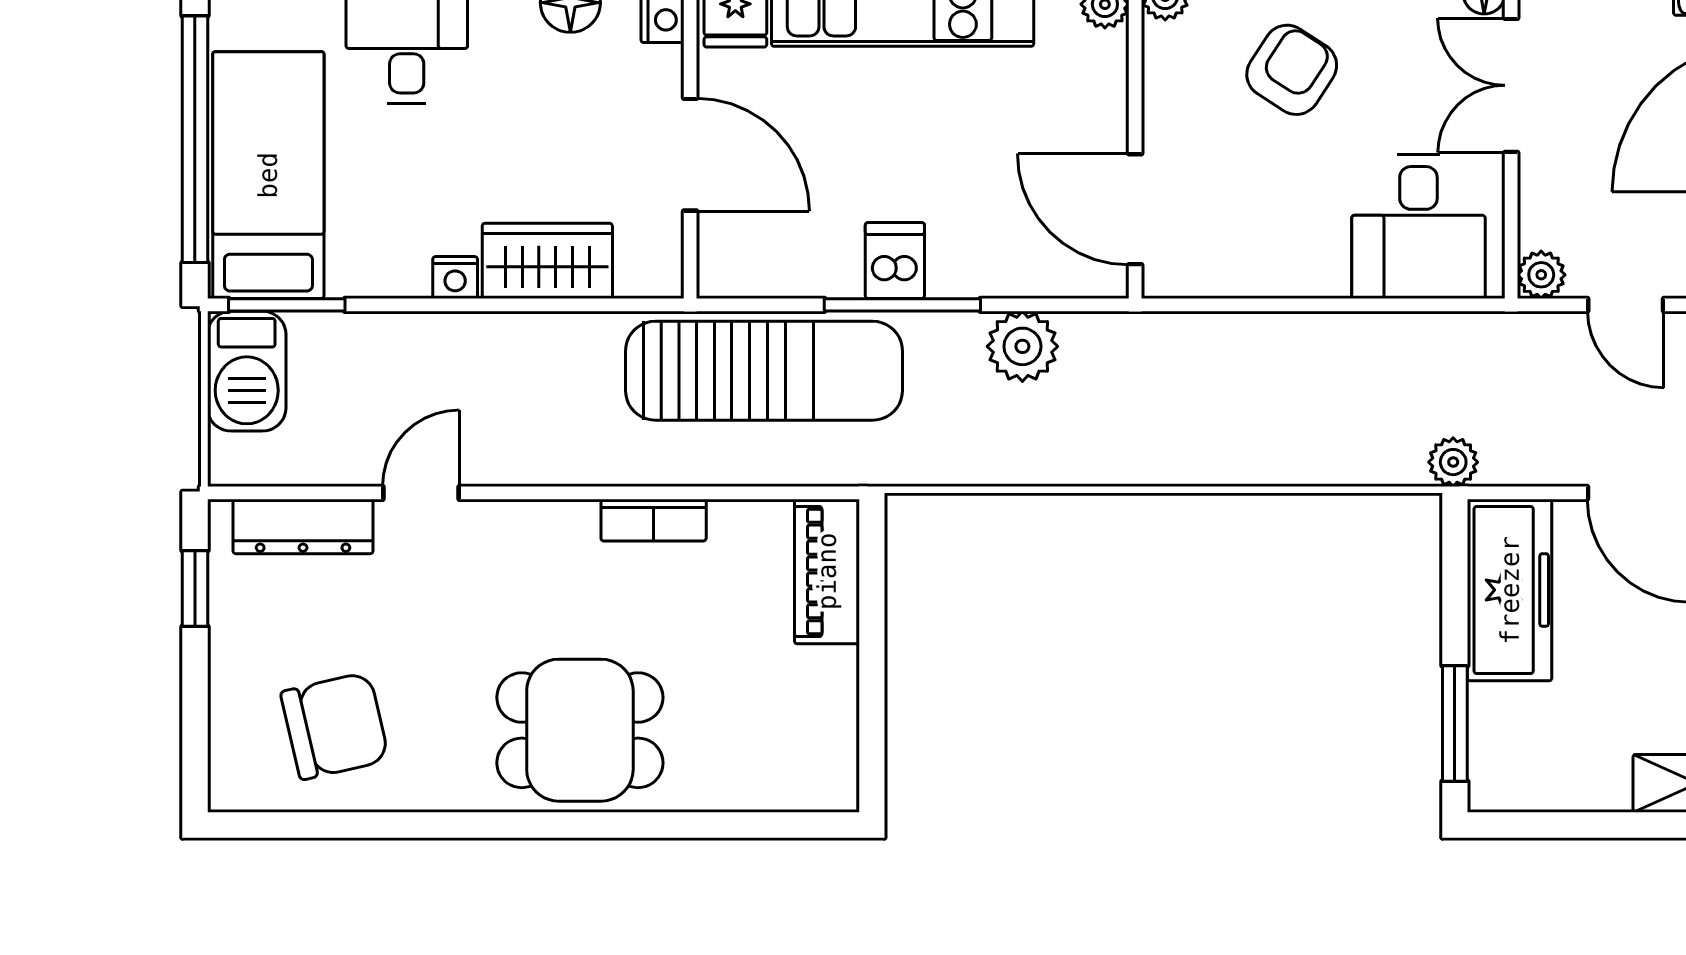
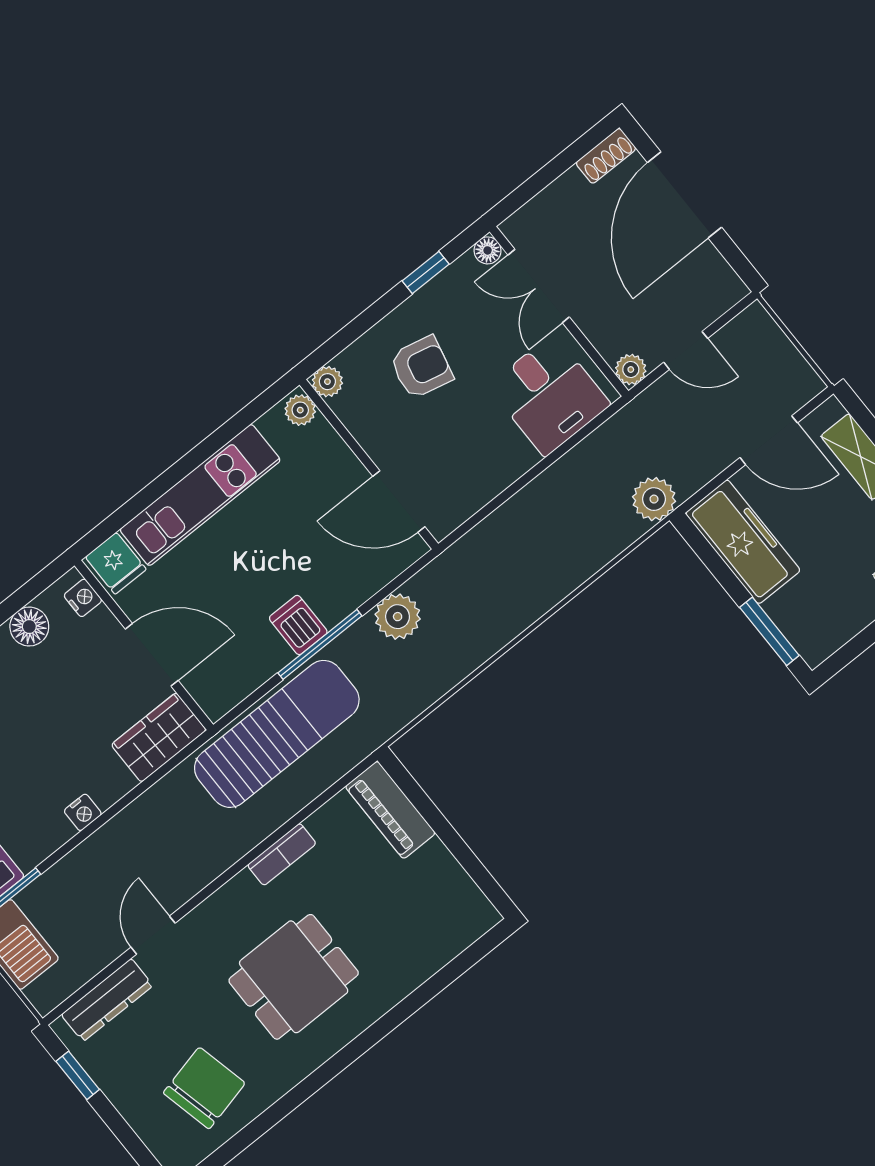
armchair: (1292, 70) -> (421, 367), turned 70
wardrobe: (547, 261) -> (159, 737), moved
plant: (1453, 462) -> (654, 499), width x1.38, depth x1.38
dining table: (580, 730) -> (294, 977), moved

